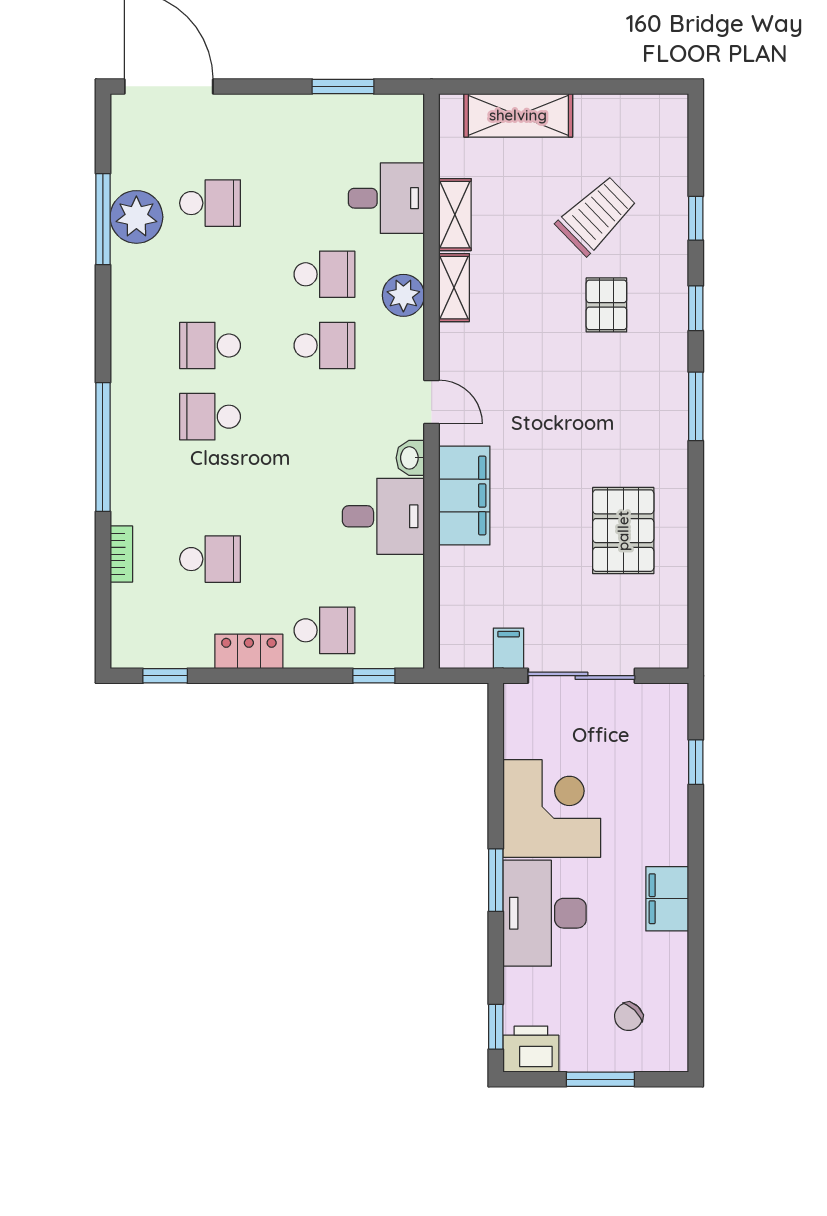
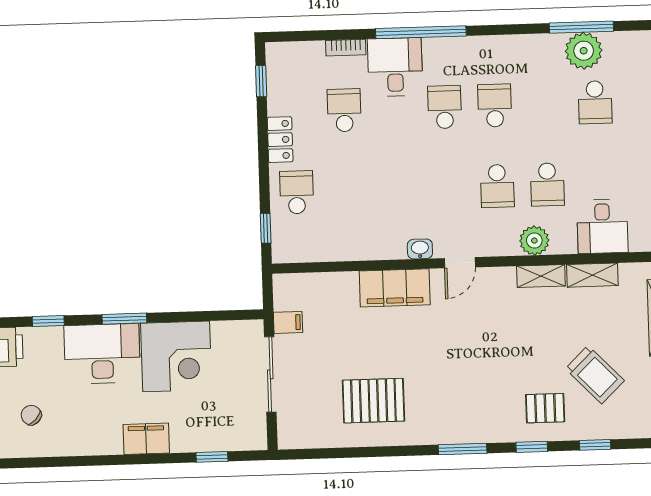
pallet: (606, 305) -> (545, 408), moved
desk: (383, 516) -> (395, 67), moved, turned 180
school desk: (210, 559) -> (344, 110), turned 180
school desk: (324, 630) -> (297, 192), turned 180
filing cabinet: (667, 899) -> (146, 439), moved
window: (496, 1027) -> (48, 321), moved

